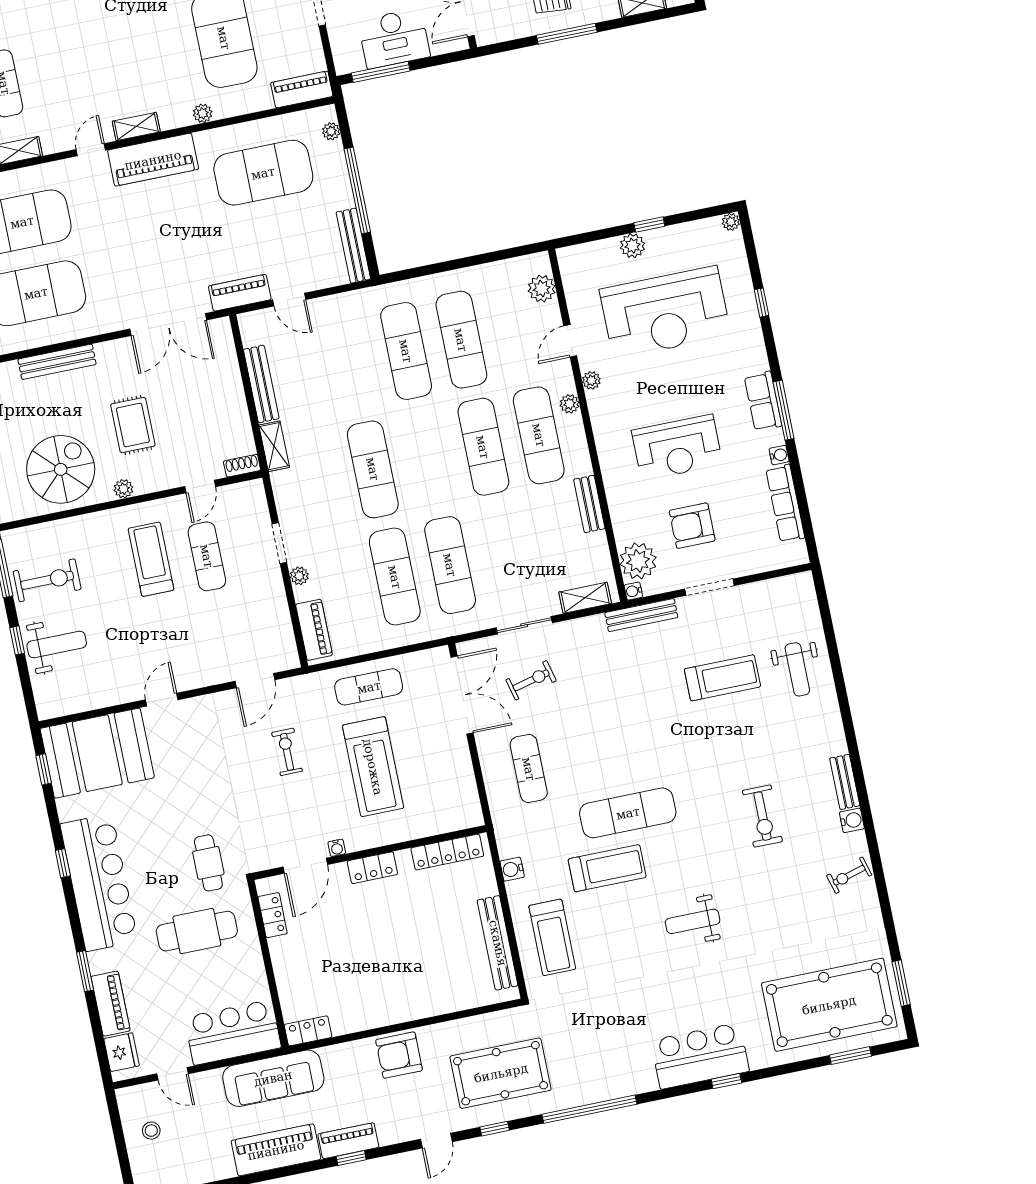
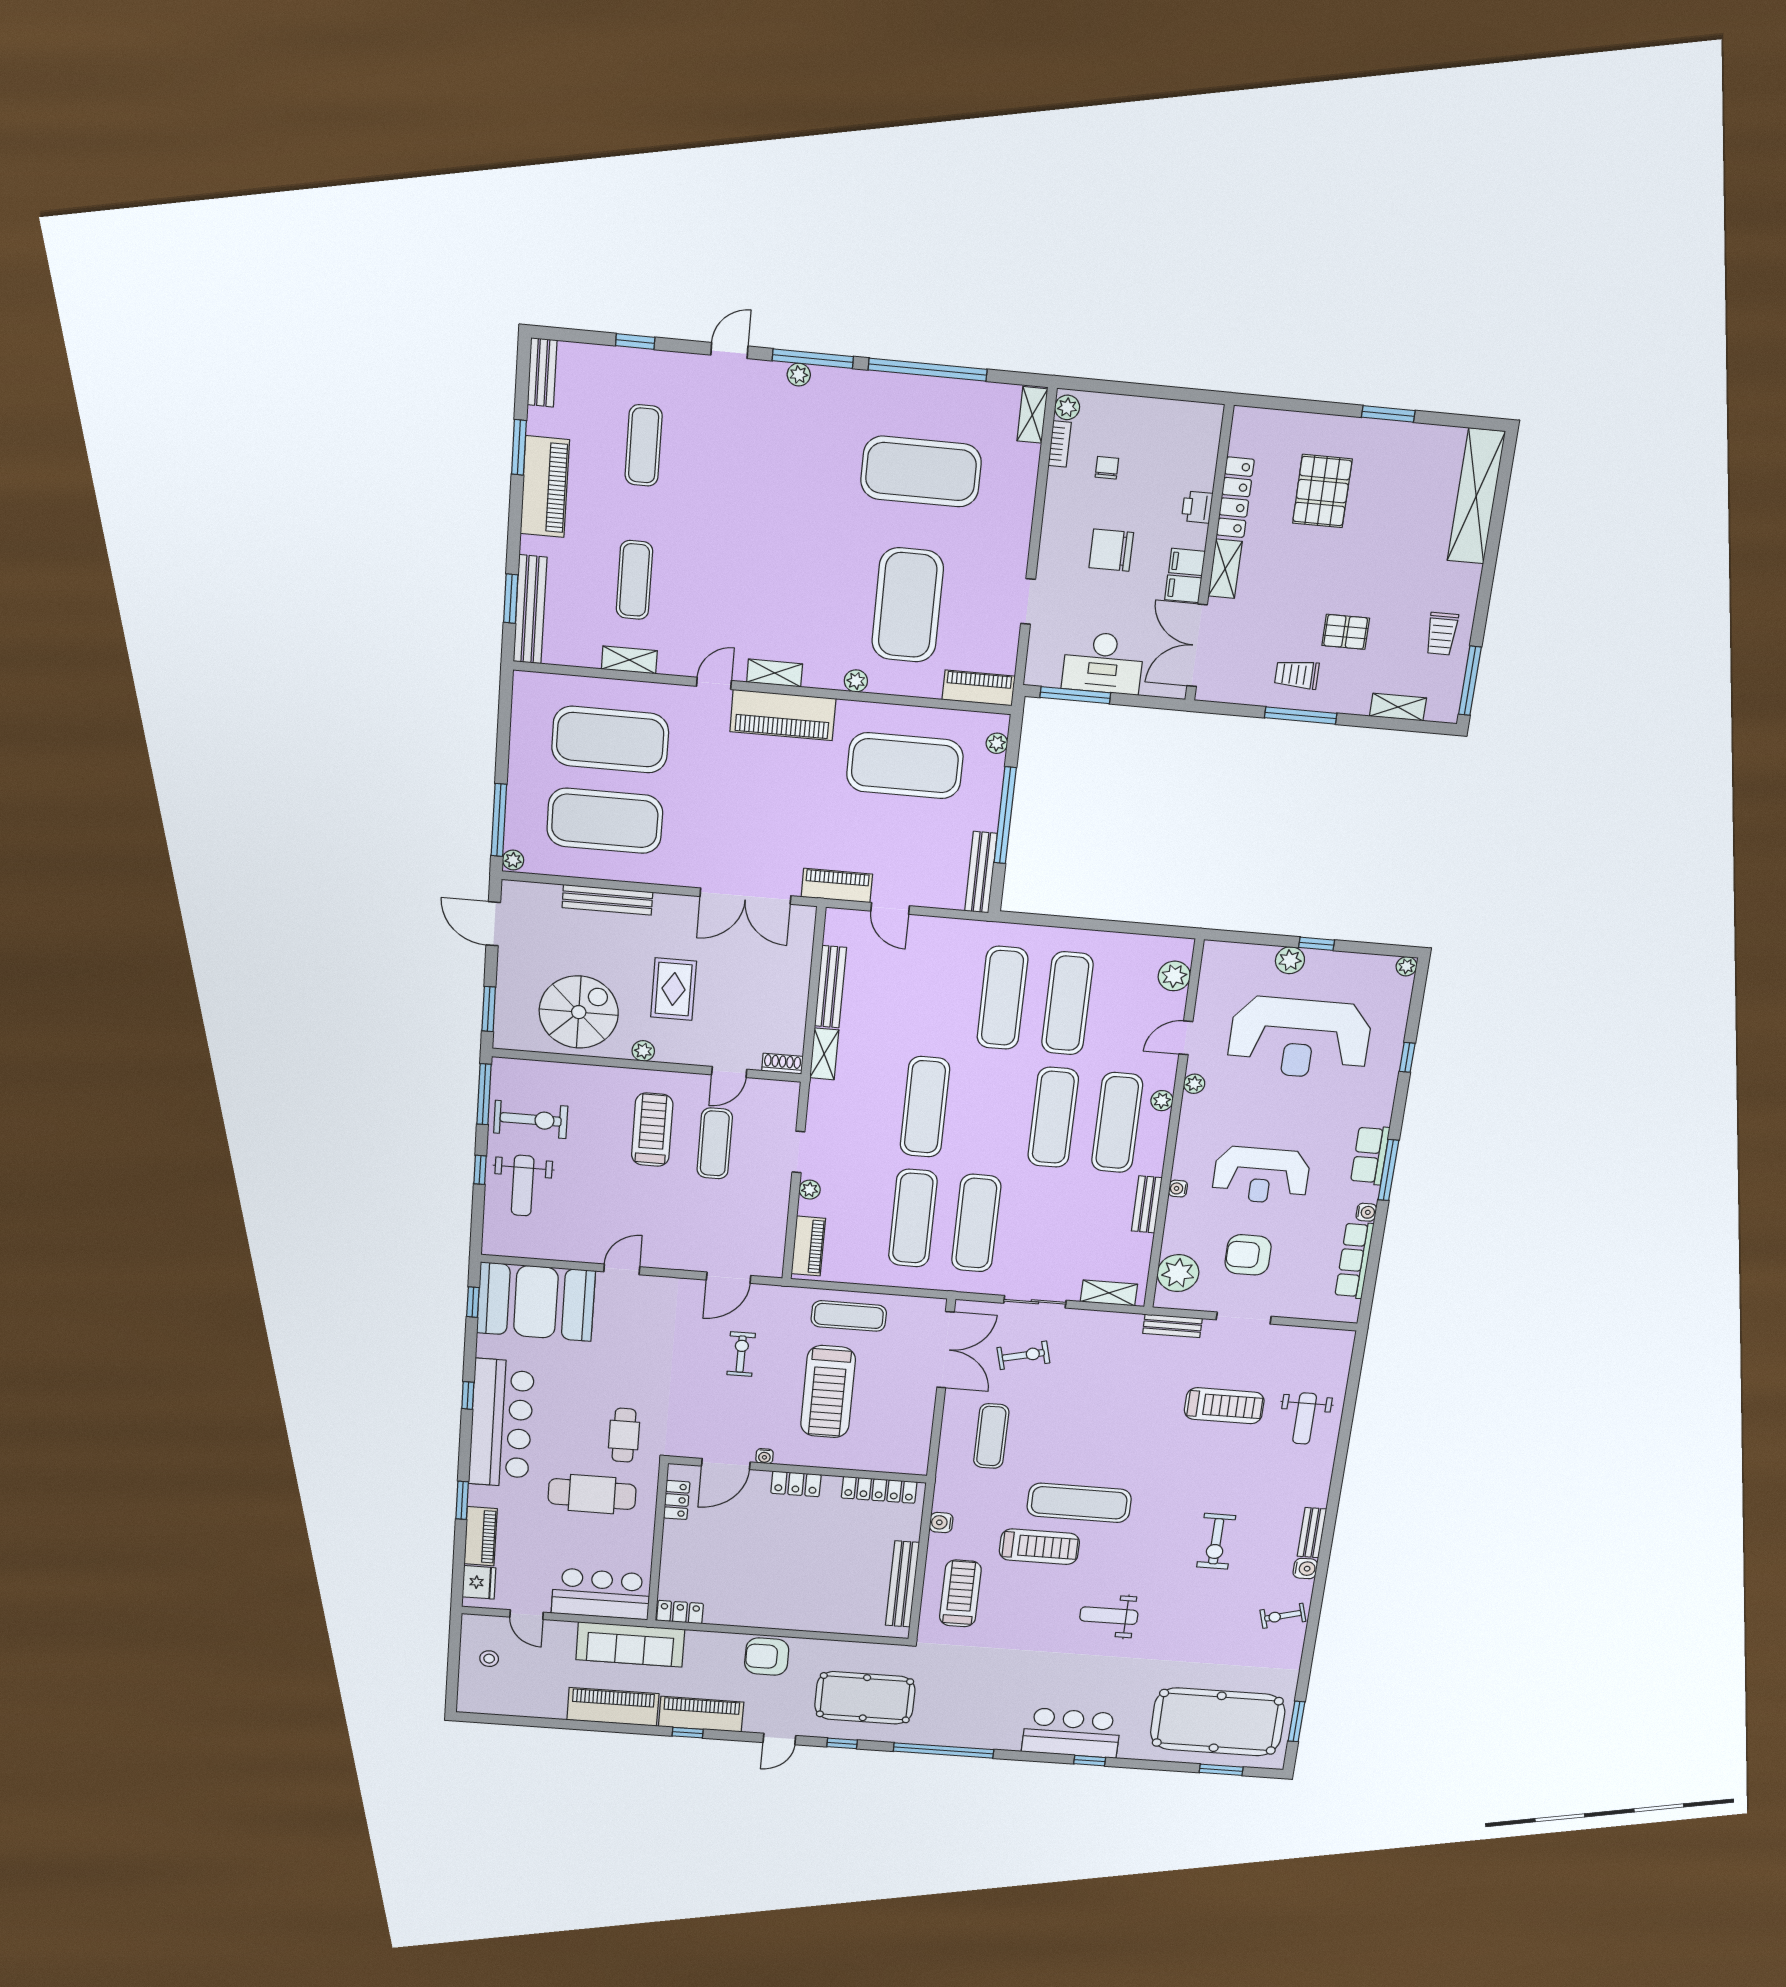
water cooler: (633, 591) -> (1178, 1189), moved
bench: (641, 615) -> (1172, 1326), width x0.73
weight bench: (57, 645) -> (523, 1186), turned 90
treadmill: (552, 937) -> (960, 1593), turned 180
piano: (348, 1141) -> (701, 1714), width x1.37, depth x1.33

